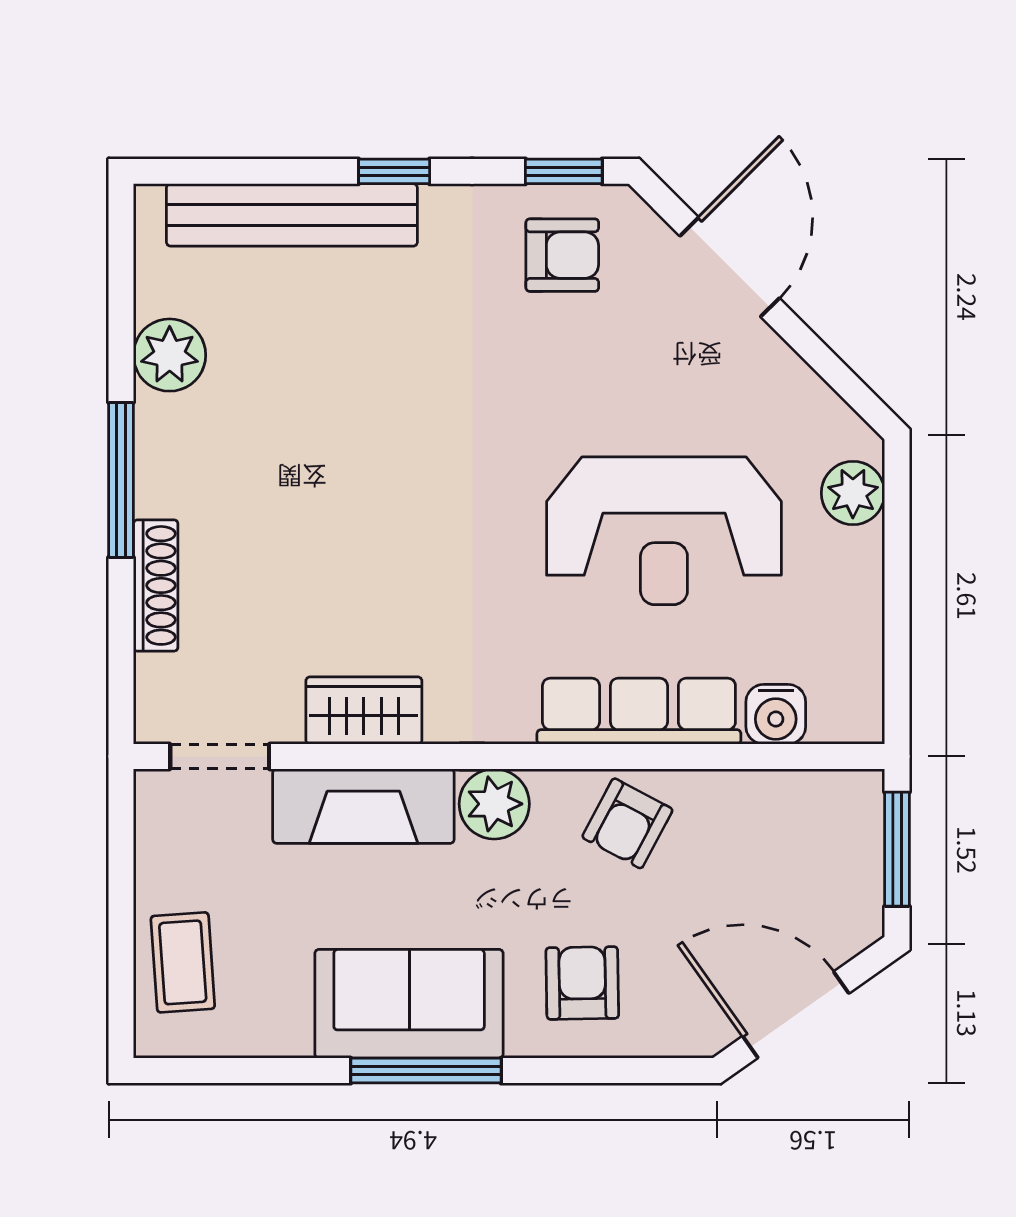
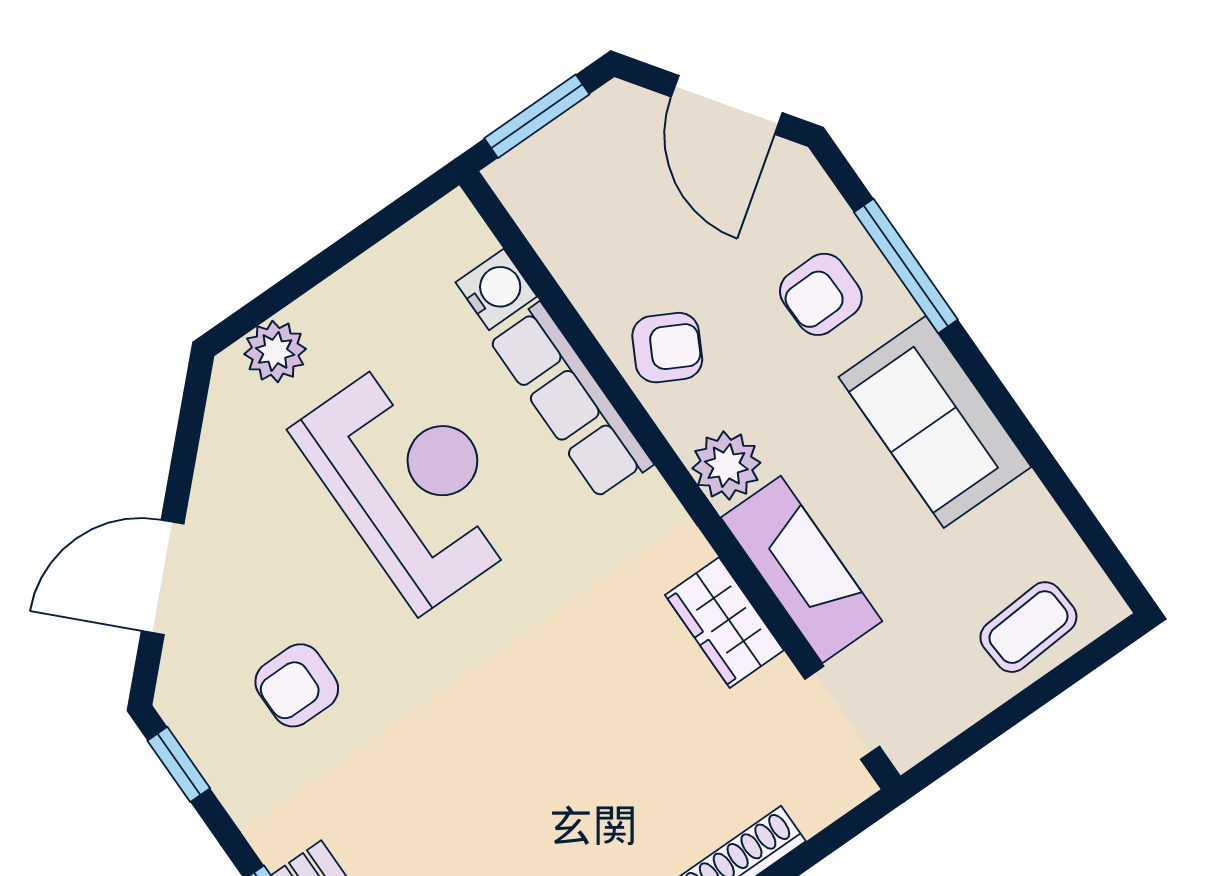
armchair: (562, 255) -> (297, 685), moved, turned -90
window: (426, 1071) -> (906, 266), moved

